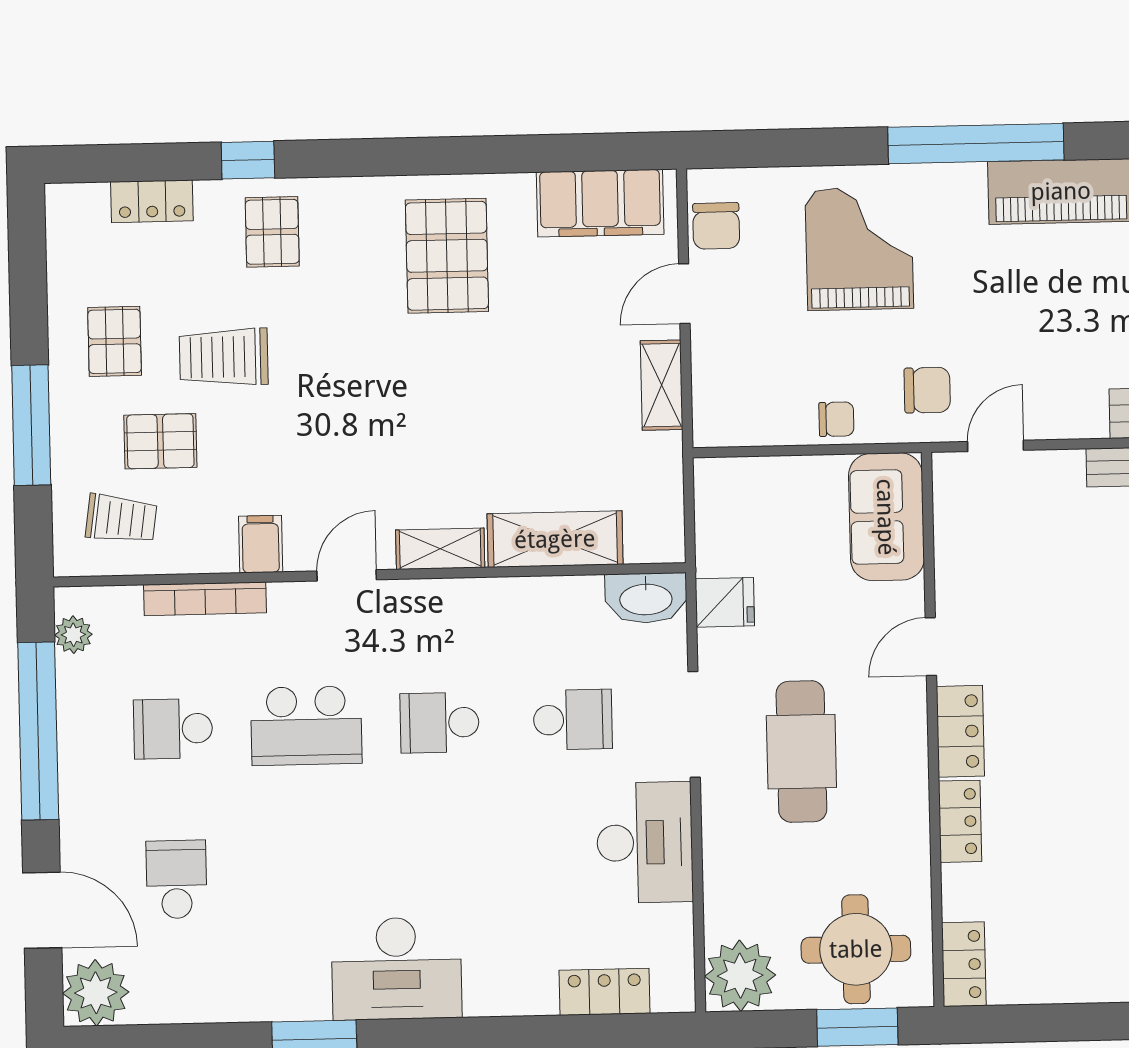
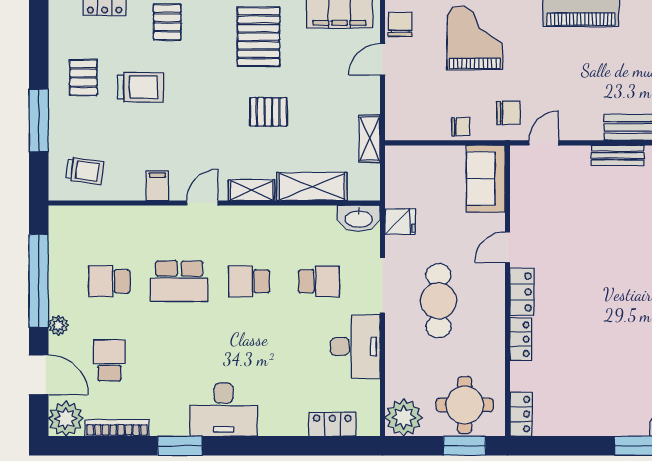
chair: (716, 226) -> (400, 24), turned 180
trolley: (224, 357) -> (140, 87), turned 180
shelving: (662, 385) -> (369, 139), moved
pallet: (160, 441) -> (268, 112), moved
bookcase: (205, 599) -> (117, 428), moved, turned 180
plant: (73, 635) -> (58, 325), moved

